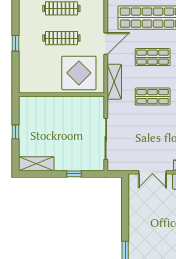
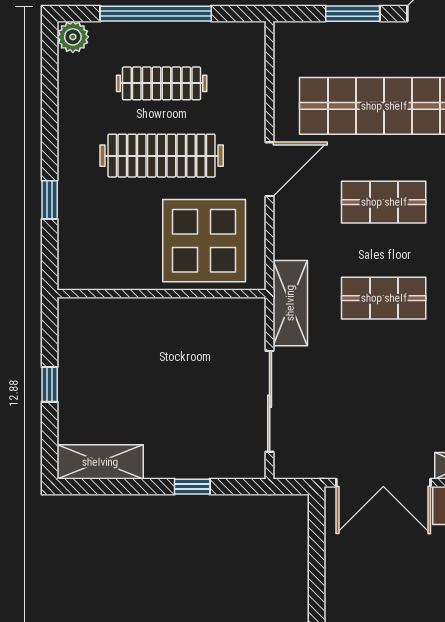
clothes rail: (61, 38) -> (162, 156), width x1.37, depth x1.31
window: (16, 43) -> (50, 200), moved
shelving: (114, 82) -> (290, 303), moved
double door: (152, 172) -> (383, 483), width x1.37

